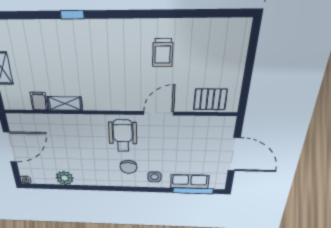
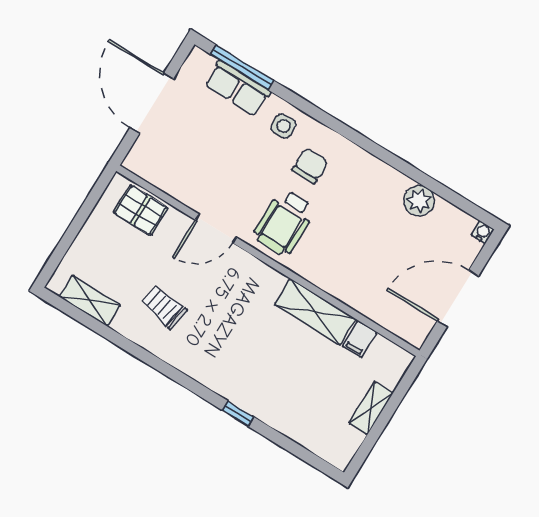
shelving: (215, 28) -> (90, 301), added
trolley: (163, 53) -> (164, 307), turned -81
shelving: (65, 104) -> (315, 312), width x1.50, depth x1.33

